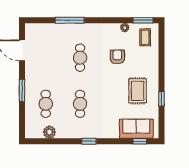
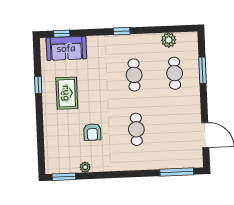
window: (70, 20) -> (177, 172), moved
coffee table: (145, 37) -> (61, 157), removed
window: (22, 91) -> (203, 70), moved

